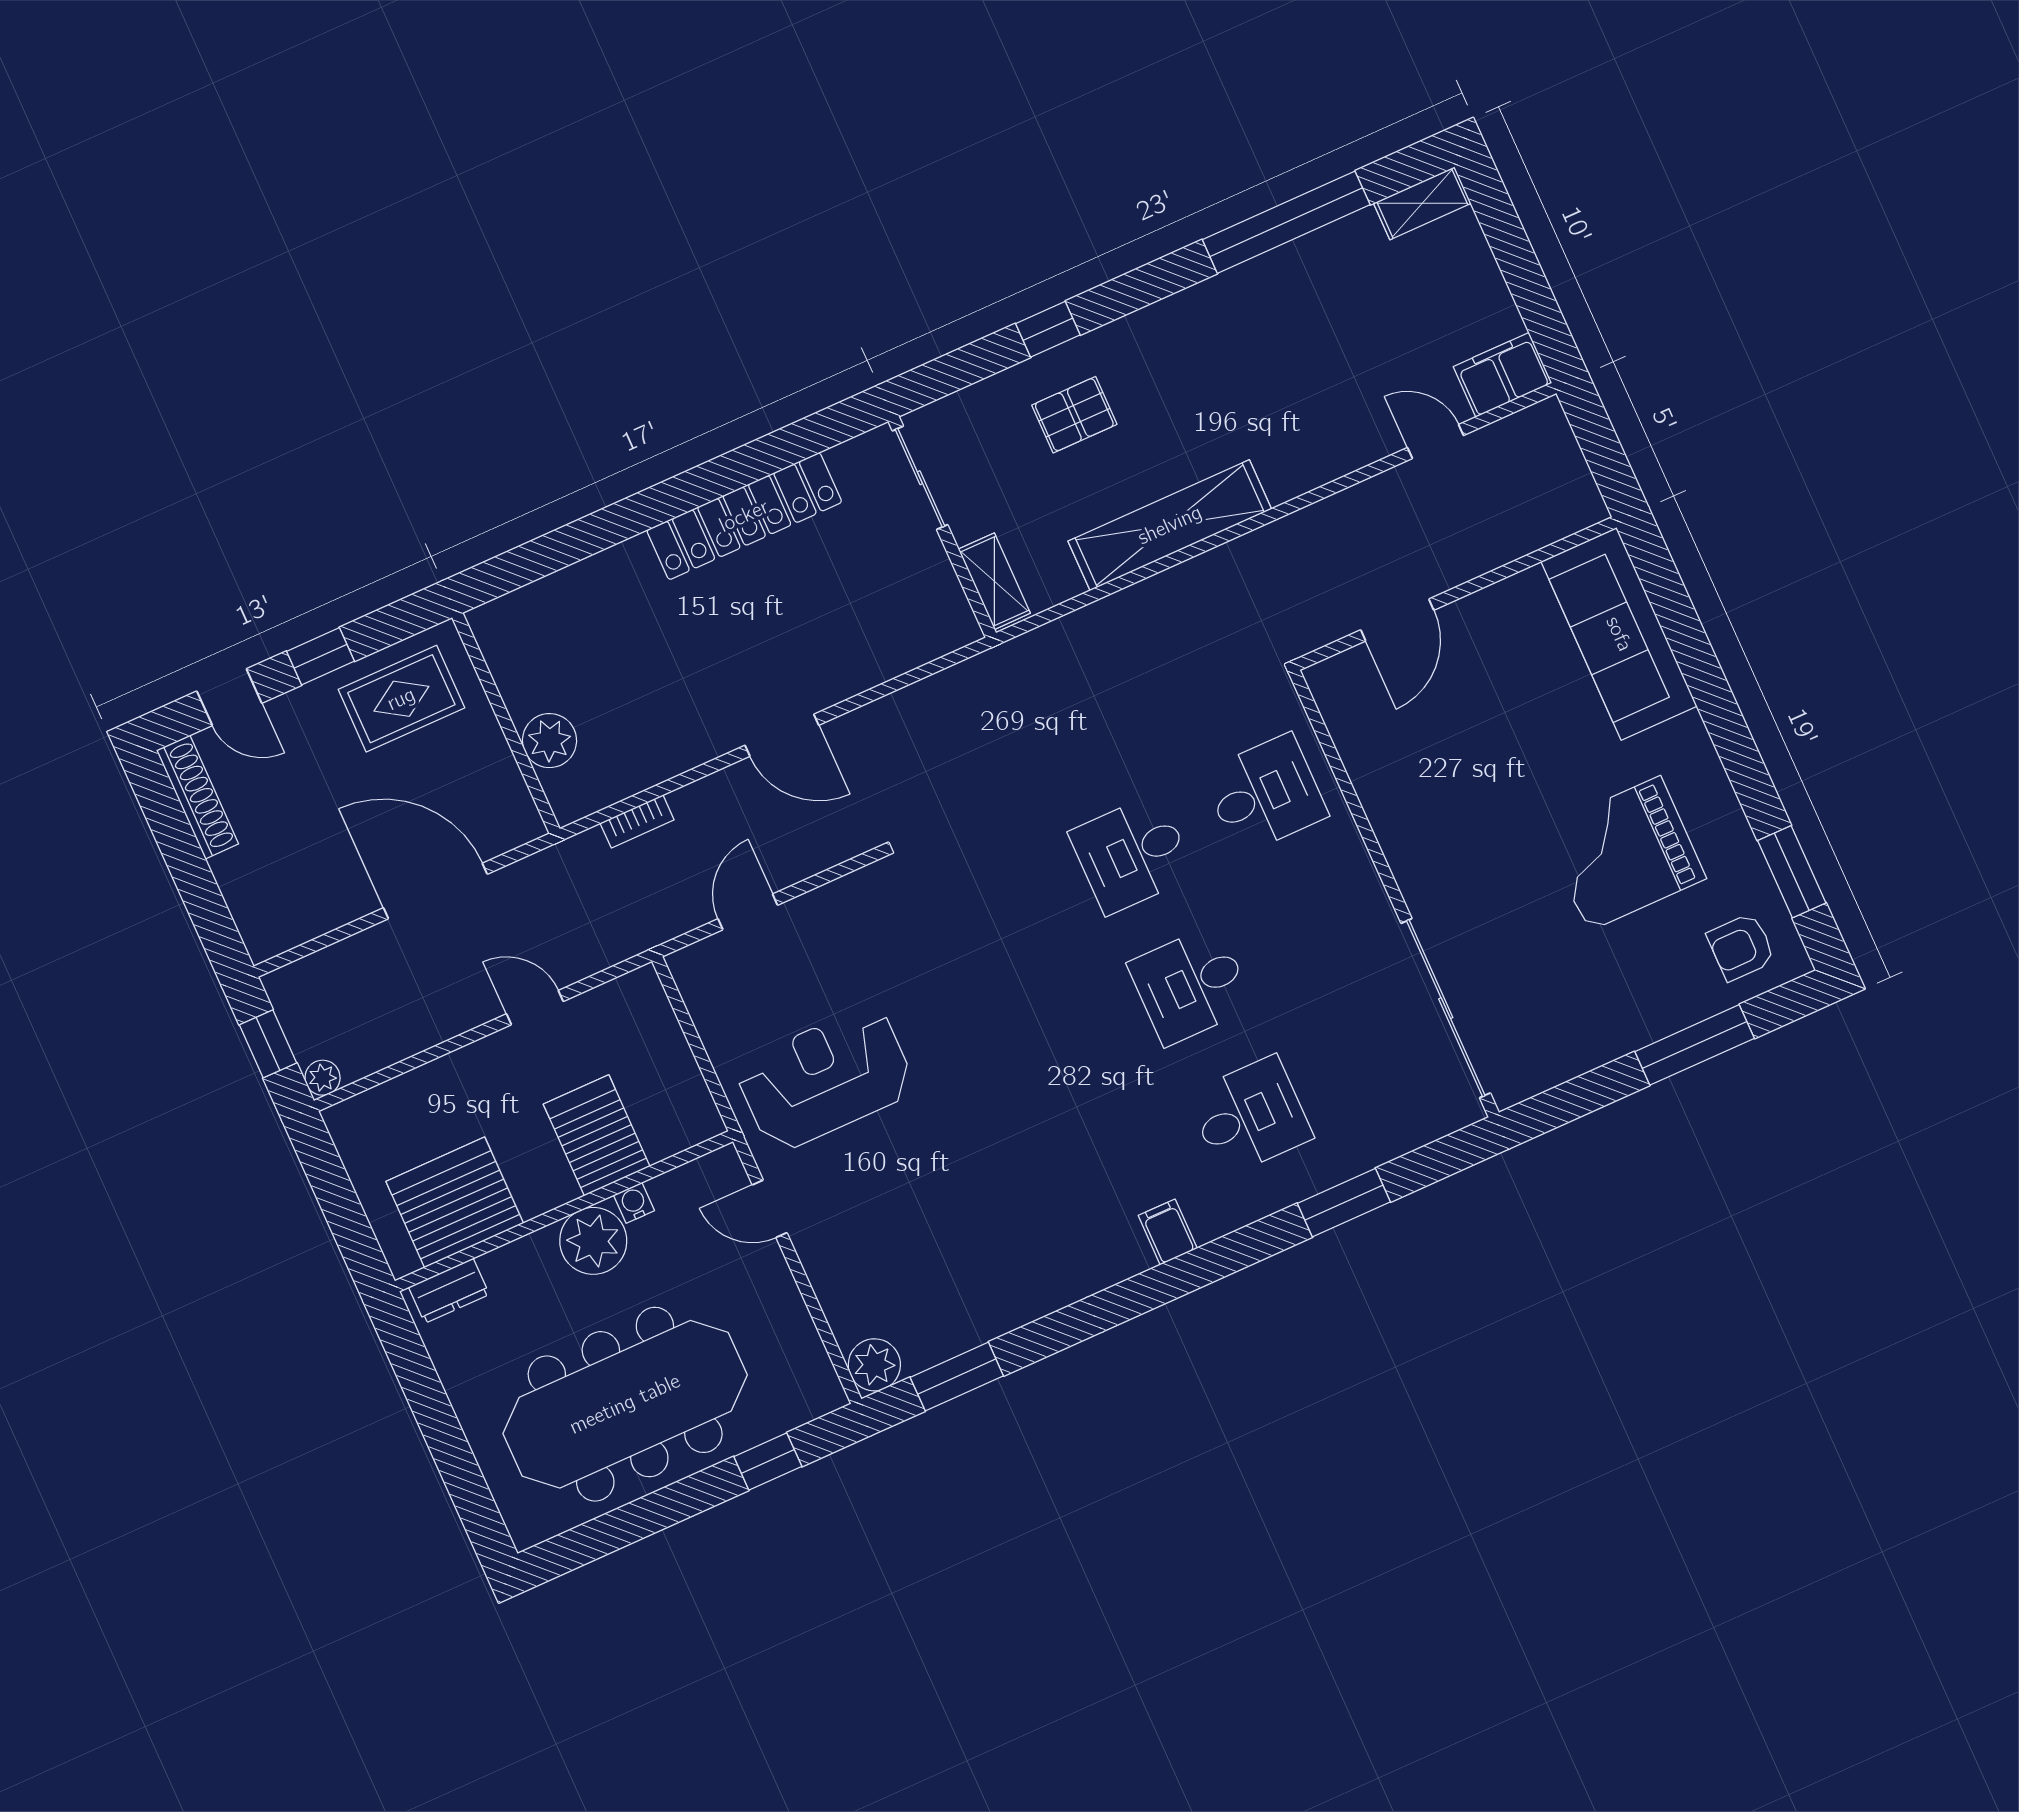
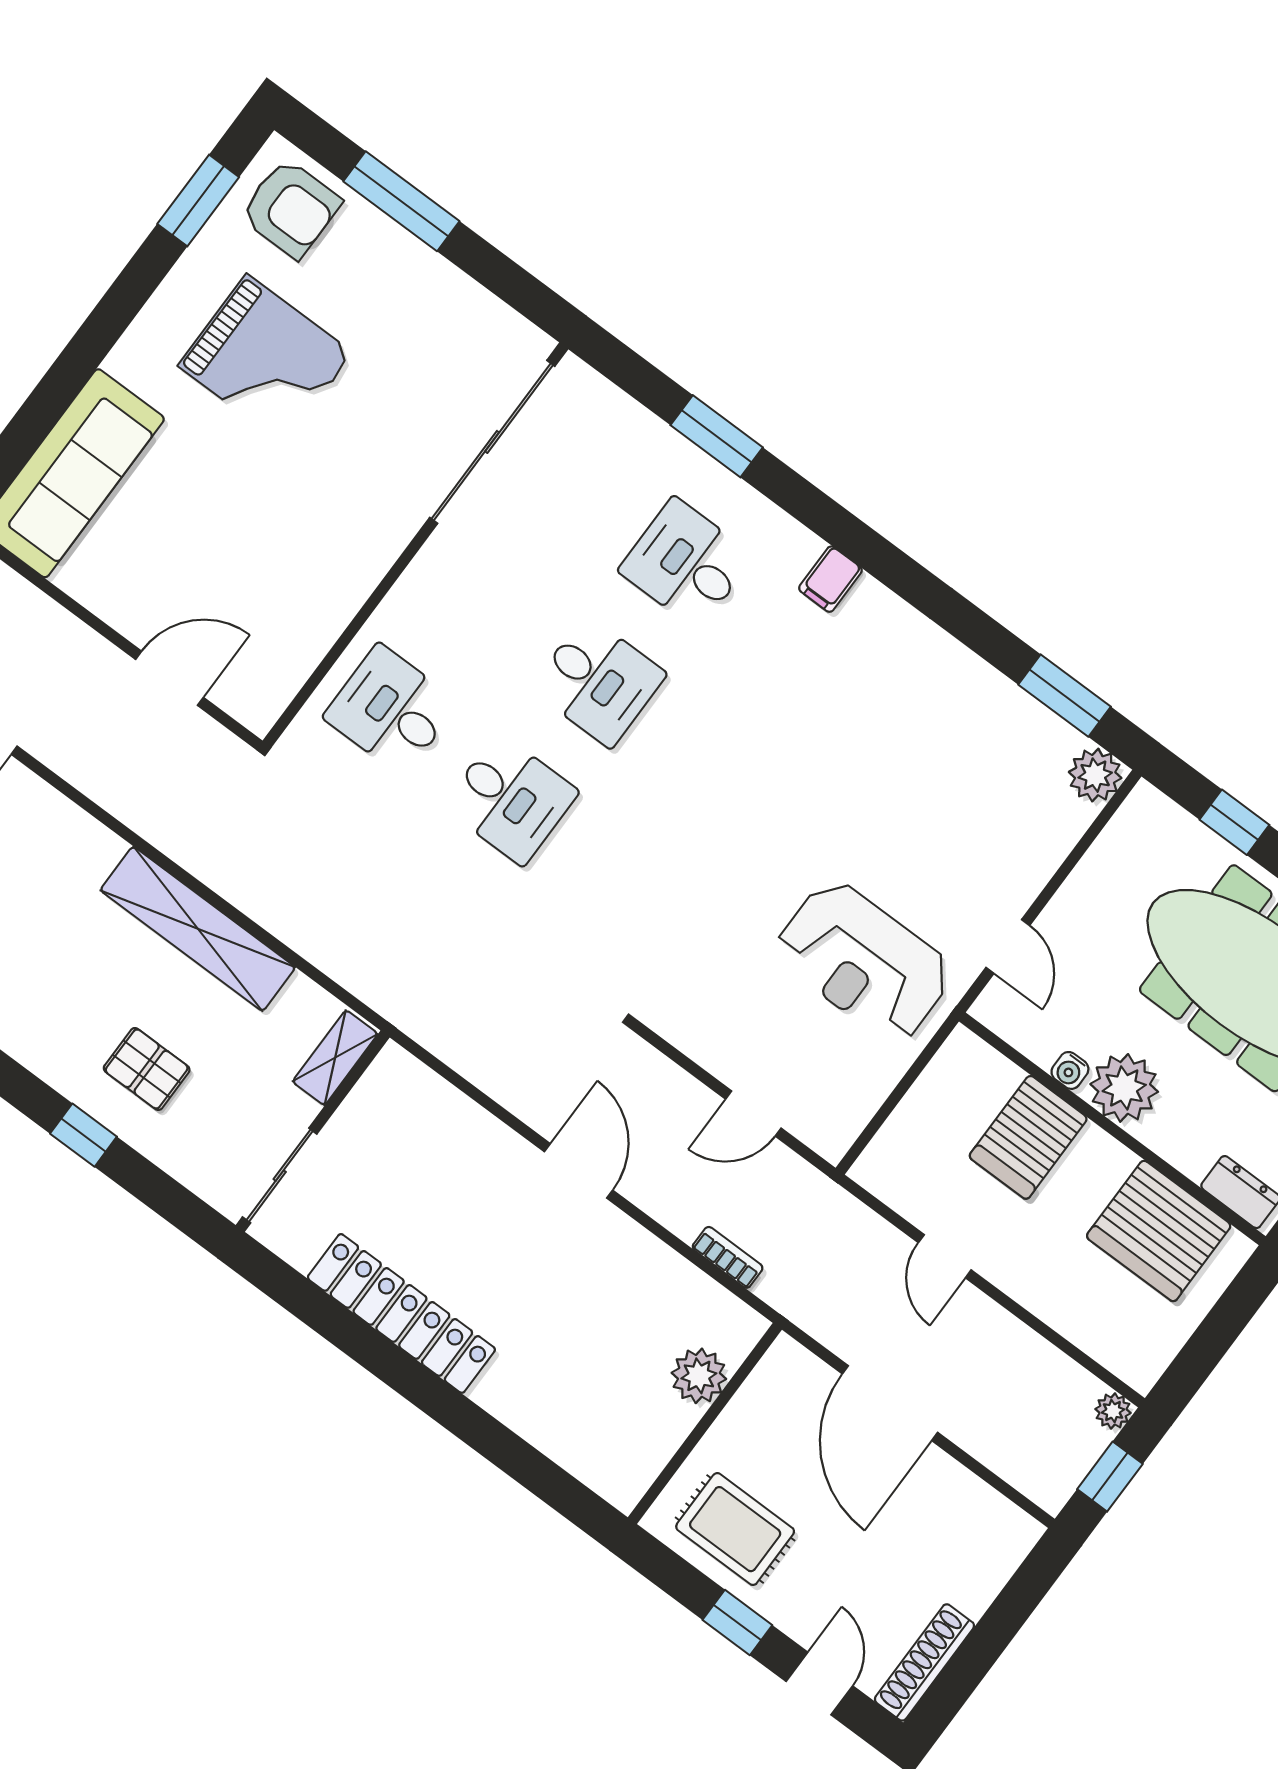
armchair: (1741, 947) -> (291, 208), width x1.38, depth x1.38

